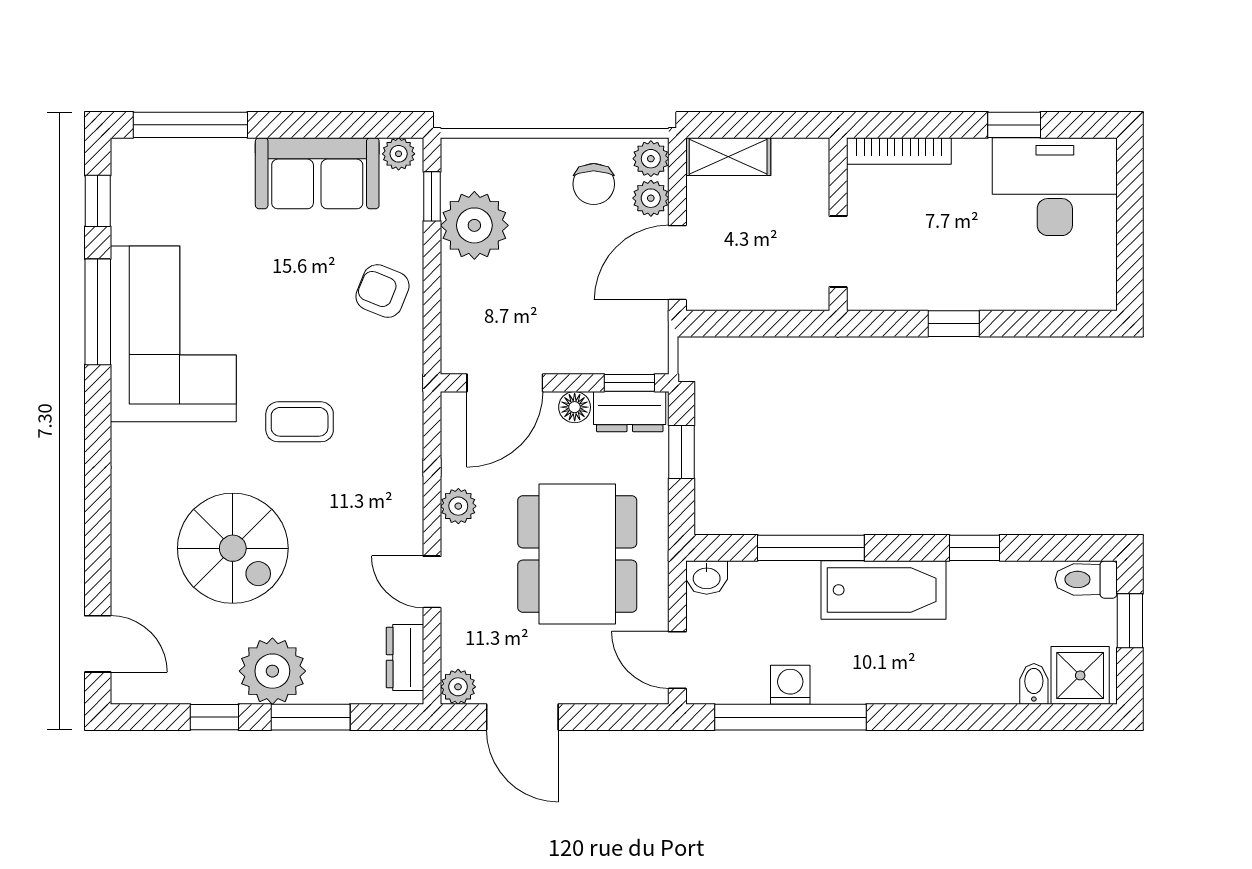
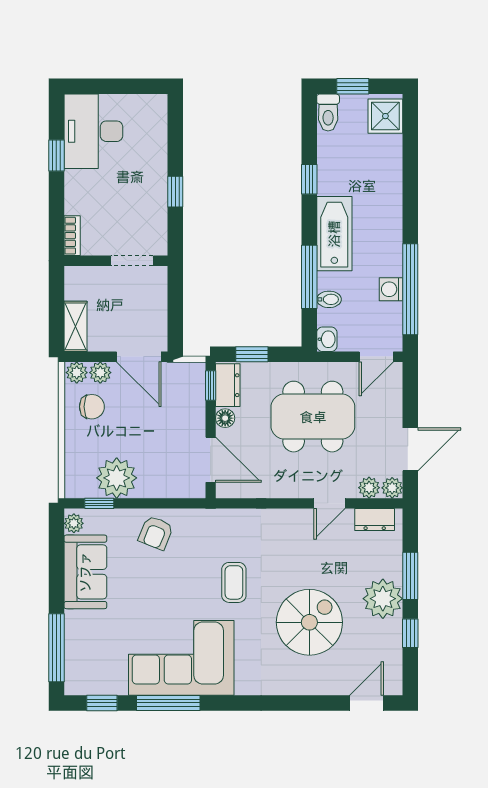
bookcase: (899, 151) -> (72, 236), width x0.64
plant: (458, 506) -> (369, 488), moved
bidet: (1034, 684) -> (329, 299), moved, turned 180

